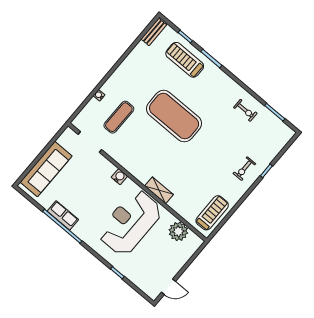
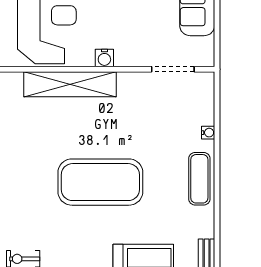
exercise mat: (119, 117) -> (199, 179), moved
shelving: (159, 190) -> (70, 84), width x2.20, depth x1.33

